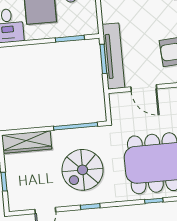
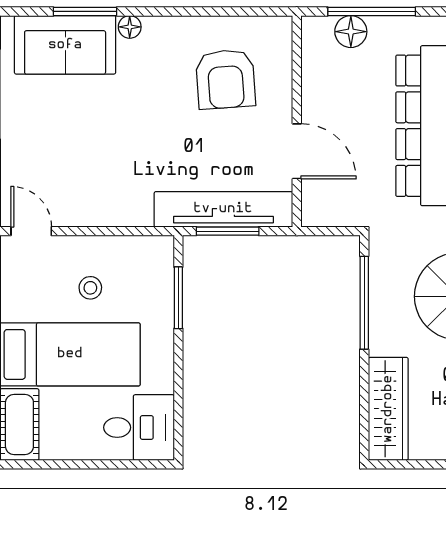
door: (144, 88) -> (297, 151), hinge flipped

